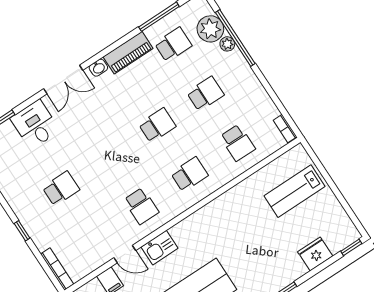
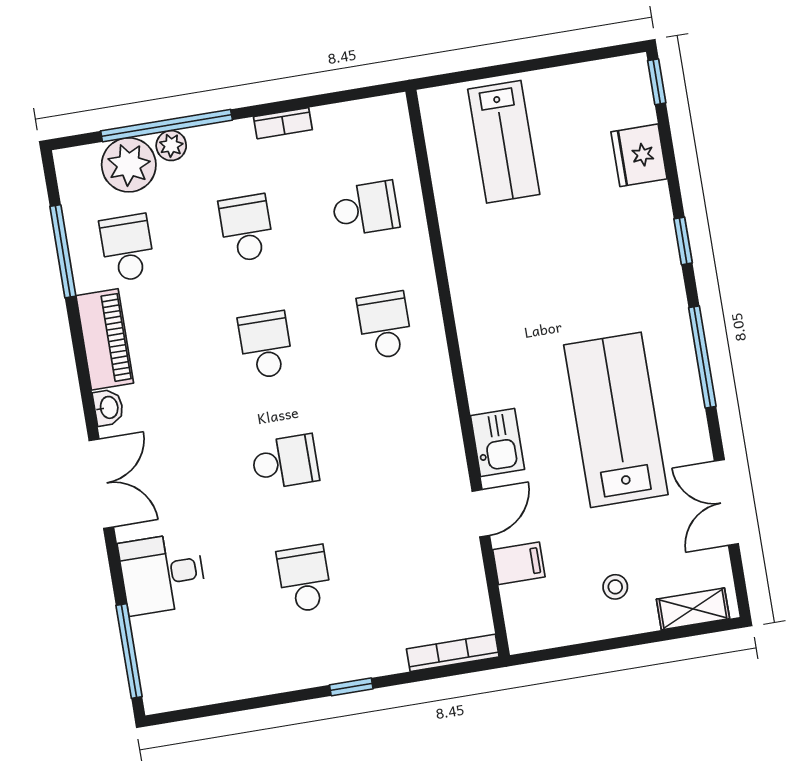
bookcase: (285, 129) -> (283, 123), moved
school desk: (141, 206) -> (285, 462), moved

